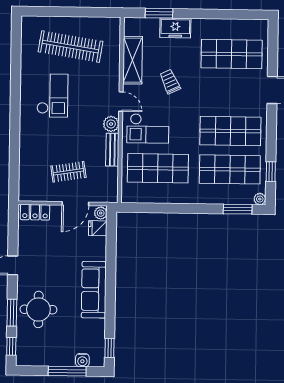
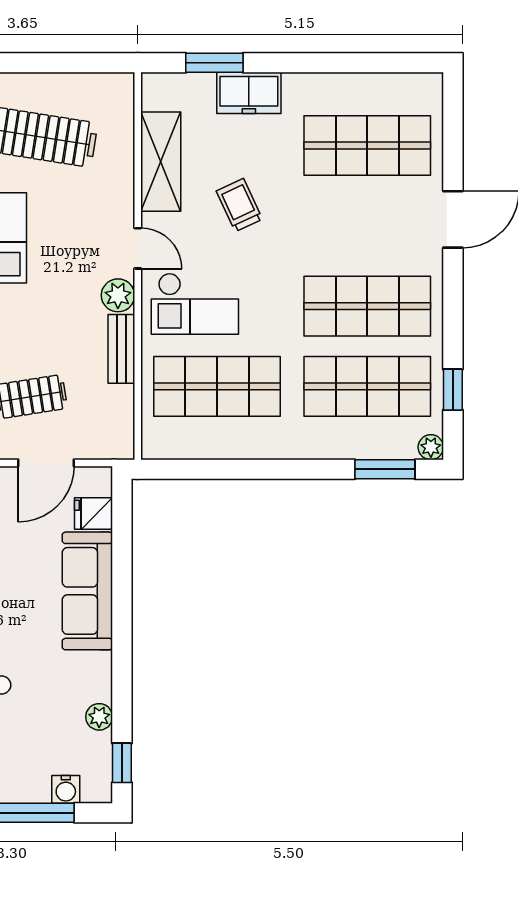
plant: (101, 213) -> (99, 717), moved
sofa: (94, 290) -> (87, 591), moved

